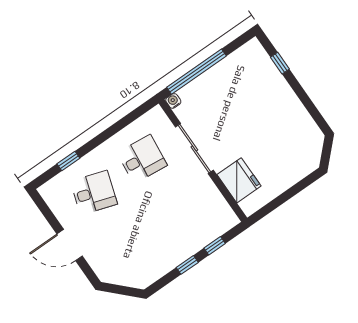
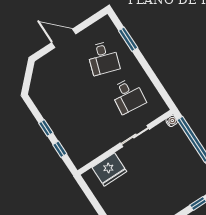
sliding door: (194, 148) -> (135, 136), width x0.73
window: (68, 161) -> (128, 39), width x1.50
door: (70, 245) -> (64, 38), hinge flipped

